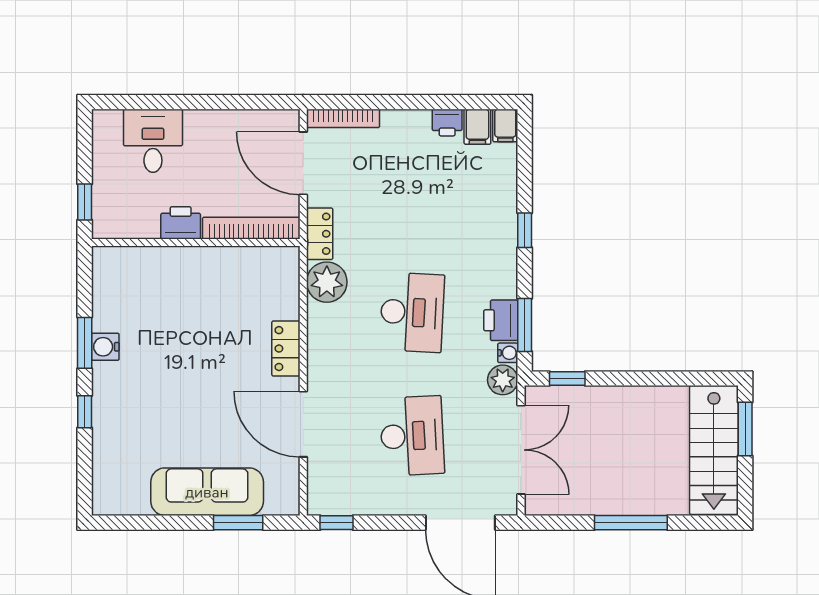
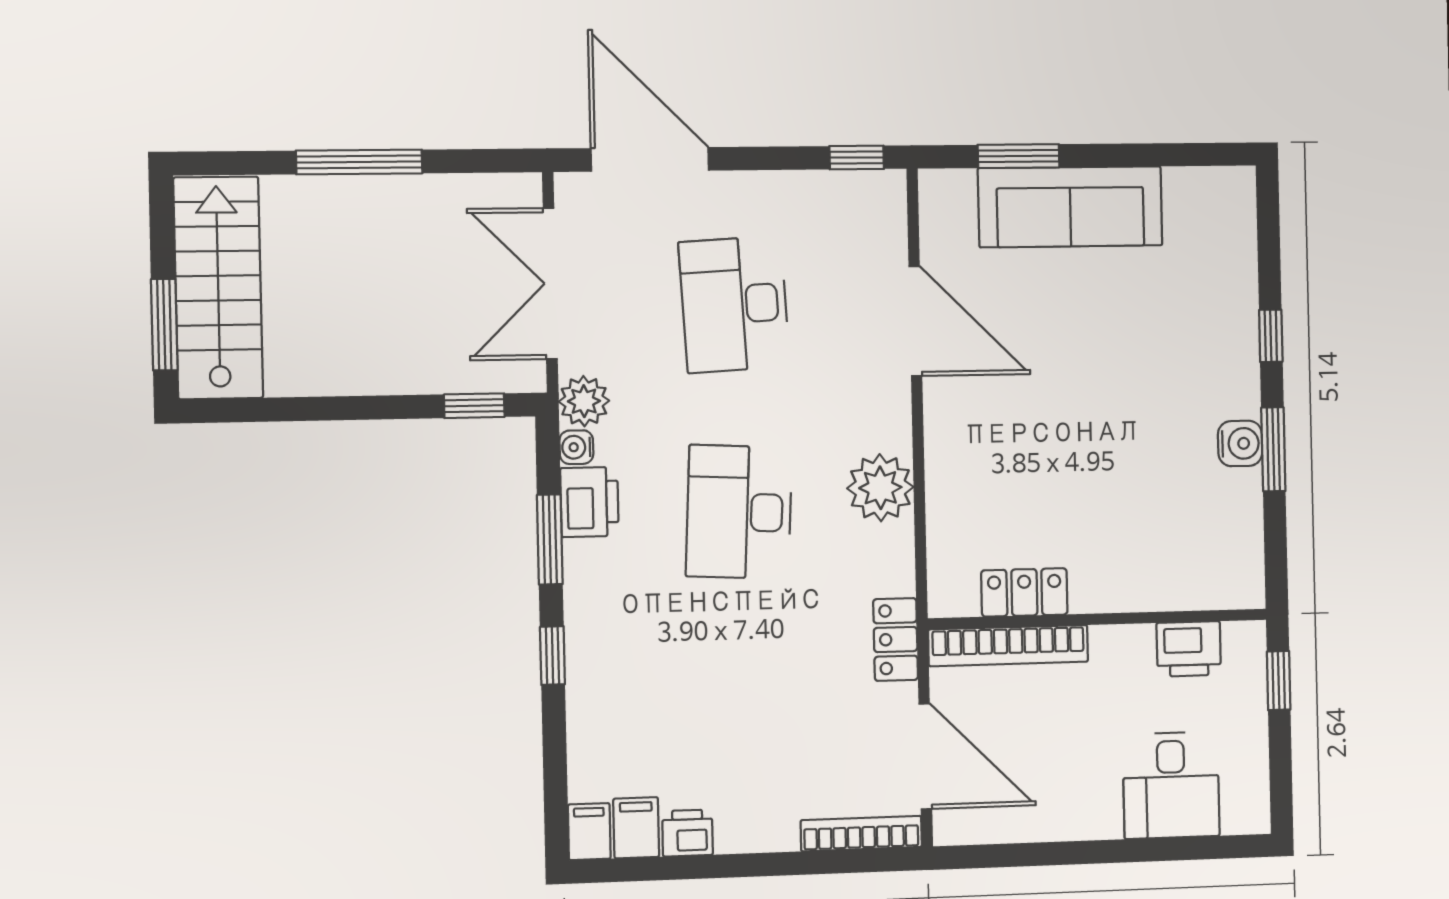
printer: (181, 223) -> (1189, 649), moved
plant: (327, 282) -> (880, 488), moved
window: (525, 325) -> (550, 539), moved
locker: (286, 349) -> (1024, 592), moved, turned -90

